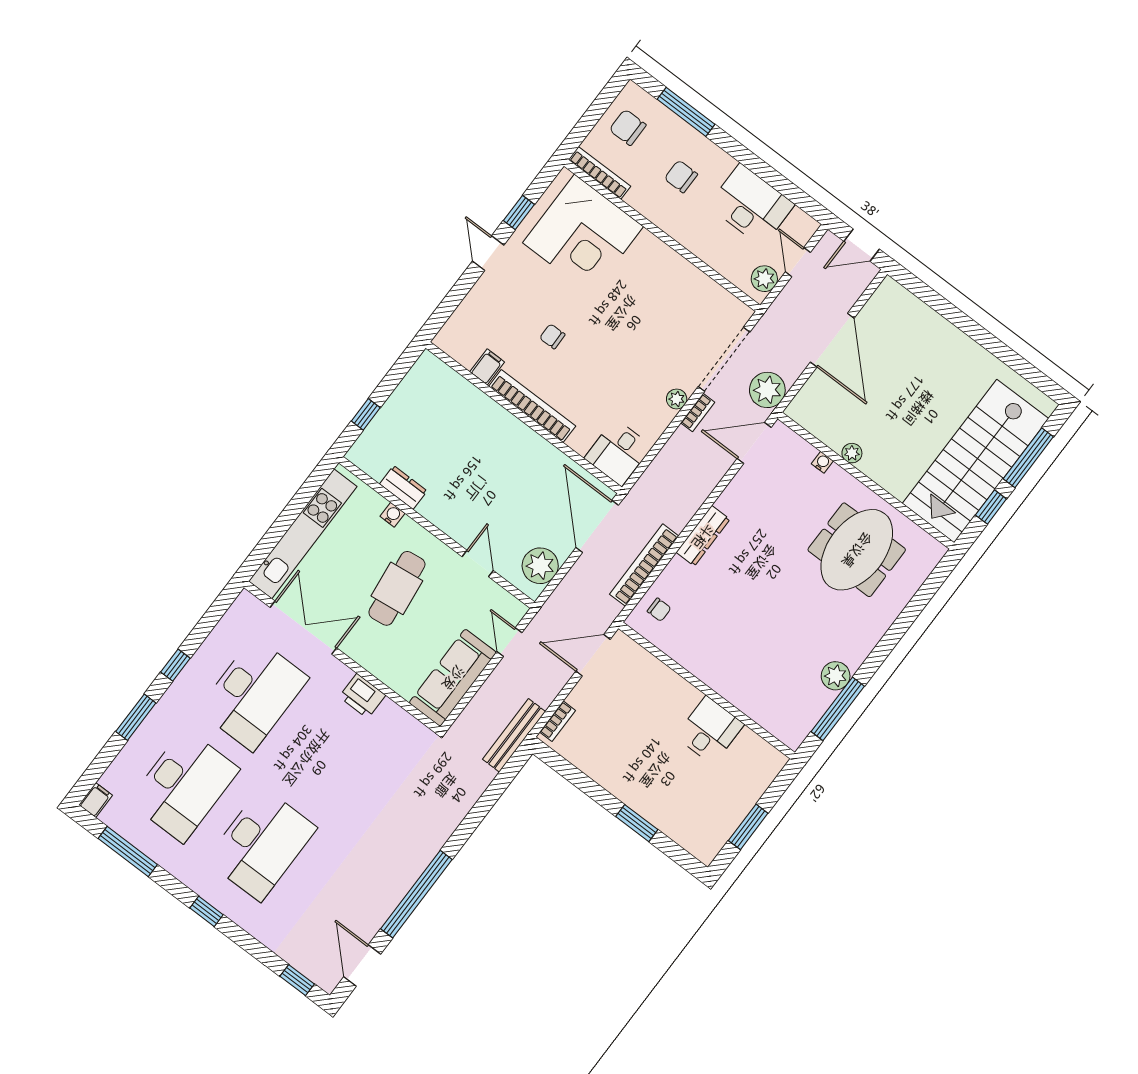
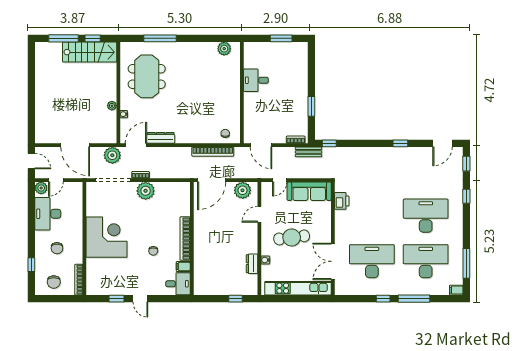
window: (686, 112) -> (31, 265), width x0.46
corner desk: (583, 235) -> (107, 237), moved
door: (488, 253) -> (140, 299), hinge flipped
plant: (764, 279) -> (41, 188), moved
door: (832, 340) -> (75, 145), swing flipped
plant: (677, 399) -> (146, 191), width x1.87, depth x1.87
door: (754, 443) -> (136, 145), swing flipped
desk: (618, 452) -> (178, 284), moved
stairs: (976, 461) -> (90, 52), width x0.73, depth x0.66
dresser: (703, 536) -> (161, 138), moved
meeting table: (857, 550) -> (147, 76), turned 90
plant: (836, 676) -> (224, 49), moved
printer: (362, 696) -> (342, 201), moved
window: (838, 709) -> (160, 38), moved
window: (136, 717) -> (414, 299), width x1.44
bench: (514, 735) -> (309, 152), width x0.73
window: (508, 773) -> (329, 143), added
window: (637, 823) -> (311, 106), moved
window: (416, 894) -> (400, 143), width x0.32
window: (207, 911) -> (466, 196), moved

